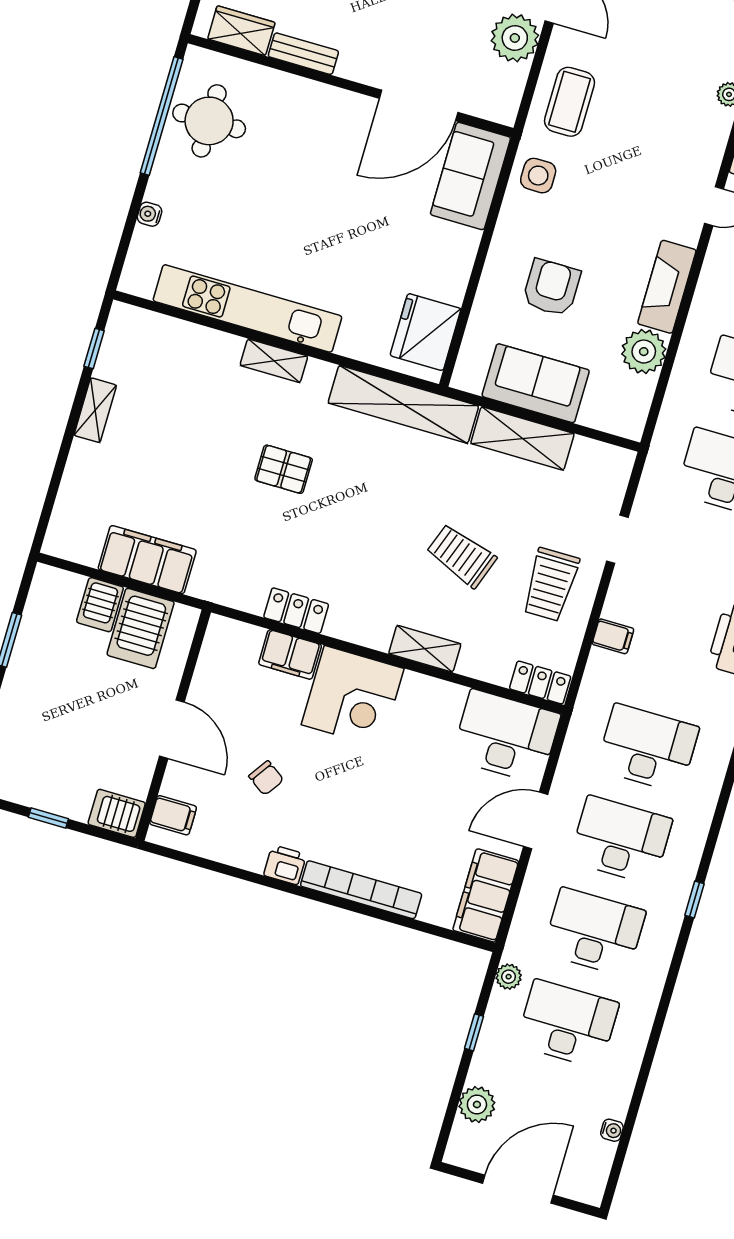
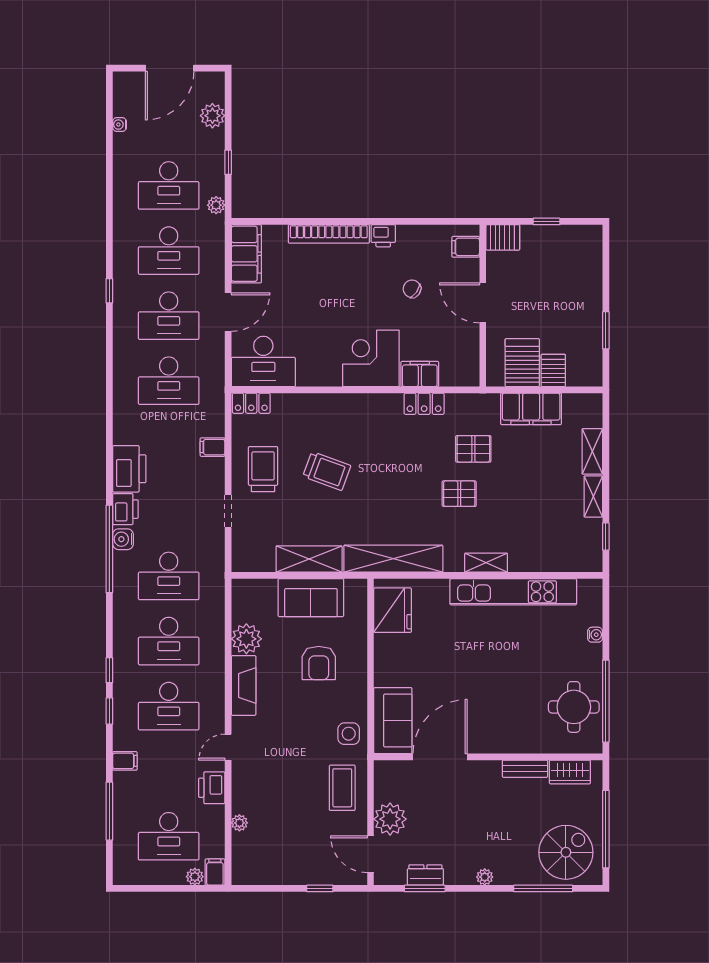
pallet: (245, 527) -> (473, 449), added
shelving: (425, 649) -> (592, 451), moved, turned 90

